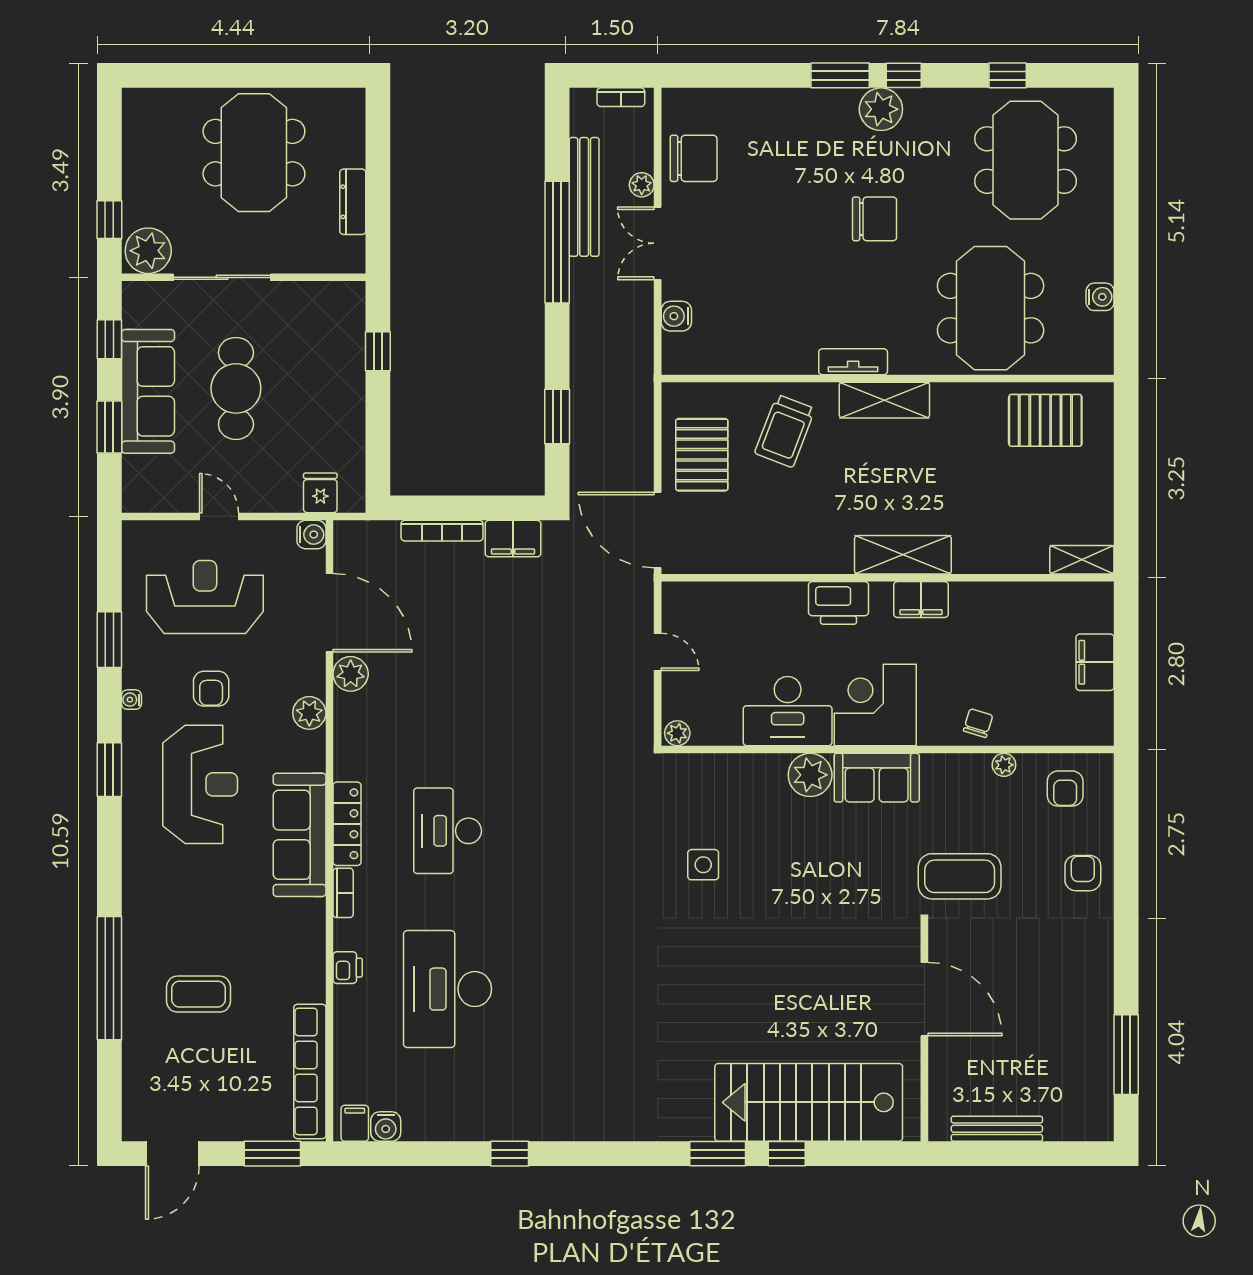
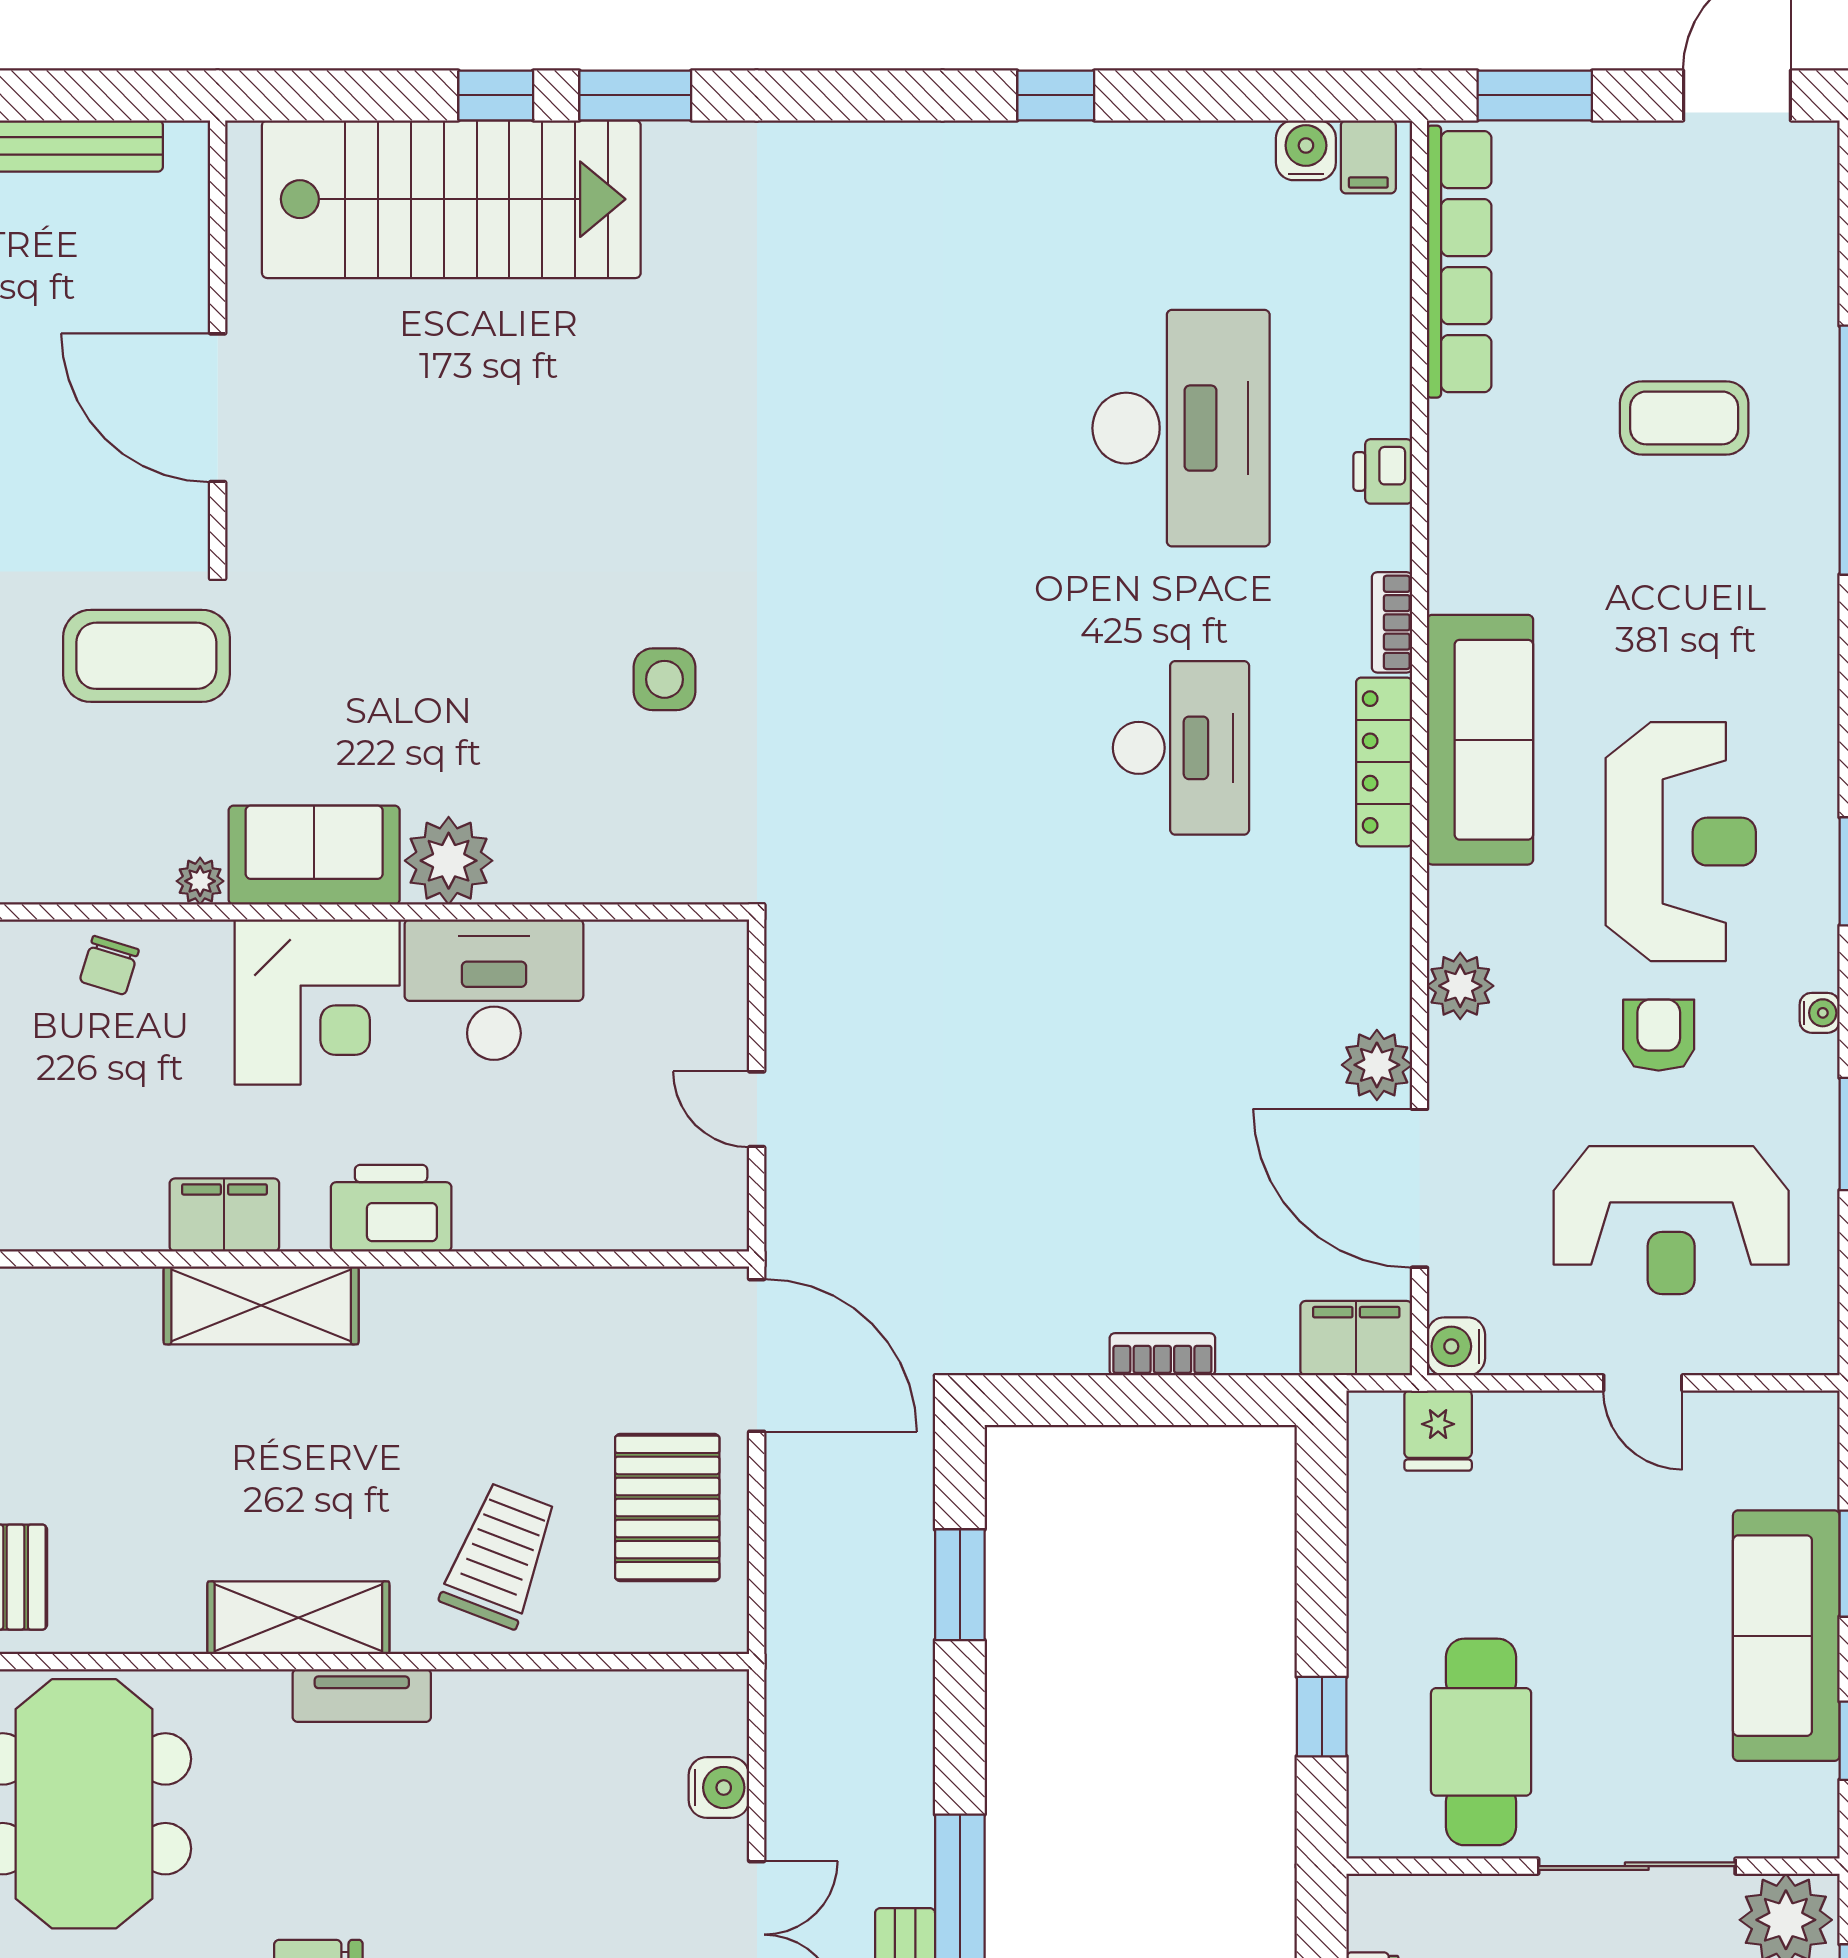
cafe table: (236, 388) -> (1481, 1742), moved
bookcase: (442, 531) -> (1162, 1354), width x0.64
filing cabinet: (513, 539) -> (1356, 1338), moved
plant: (677, 733) -> (717, 945), removed
plant: (1004, 765) -> (200, 881), moved
reception desk: (200, 784) -> (1681, 842), turned 180

